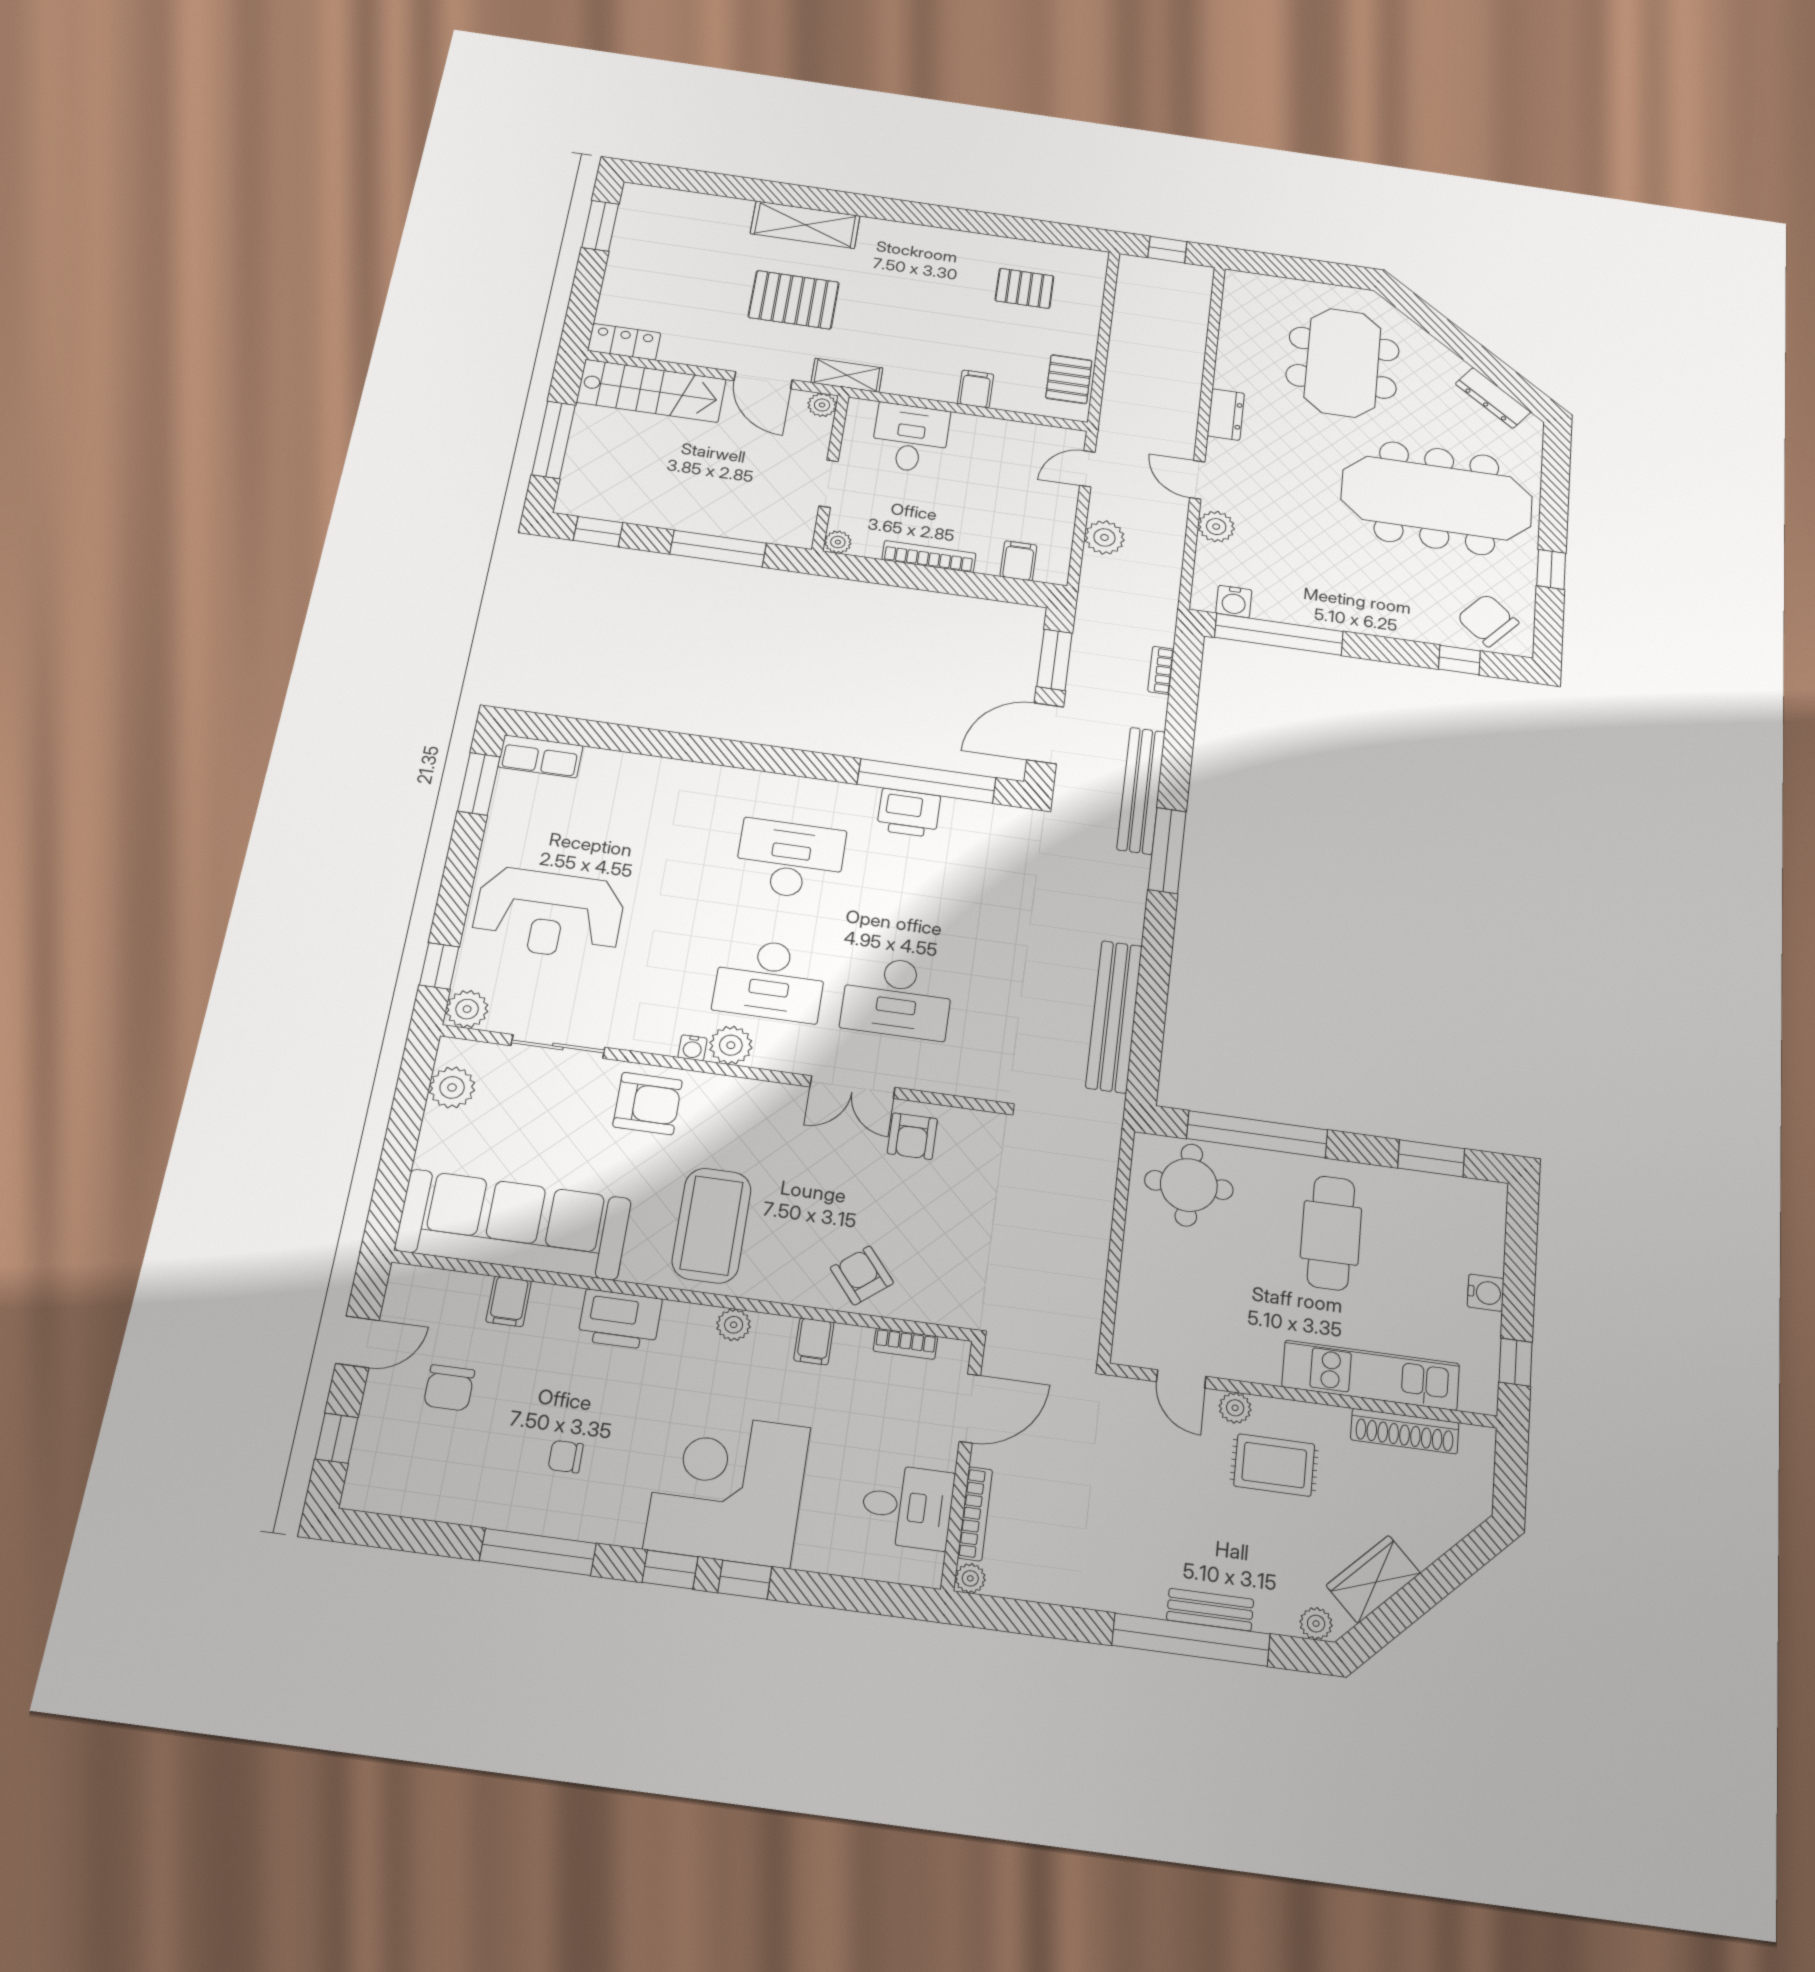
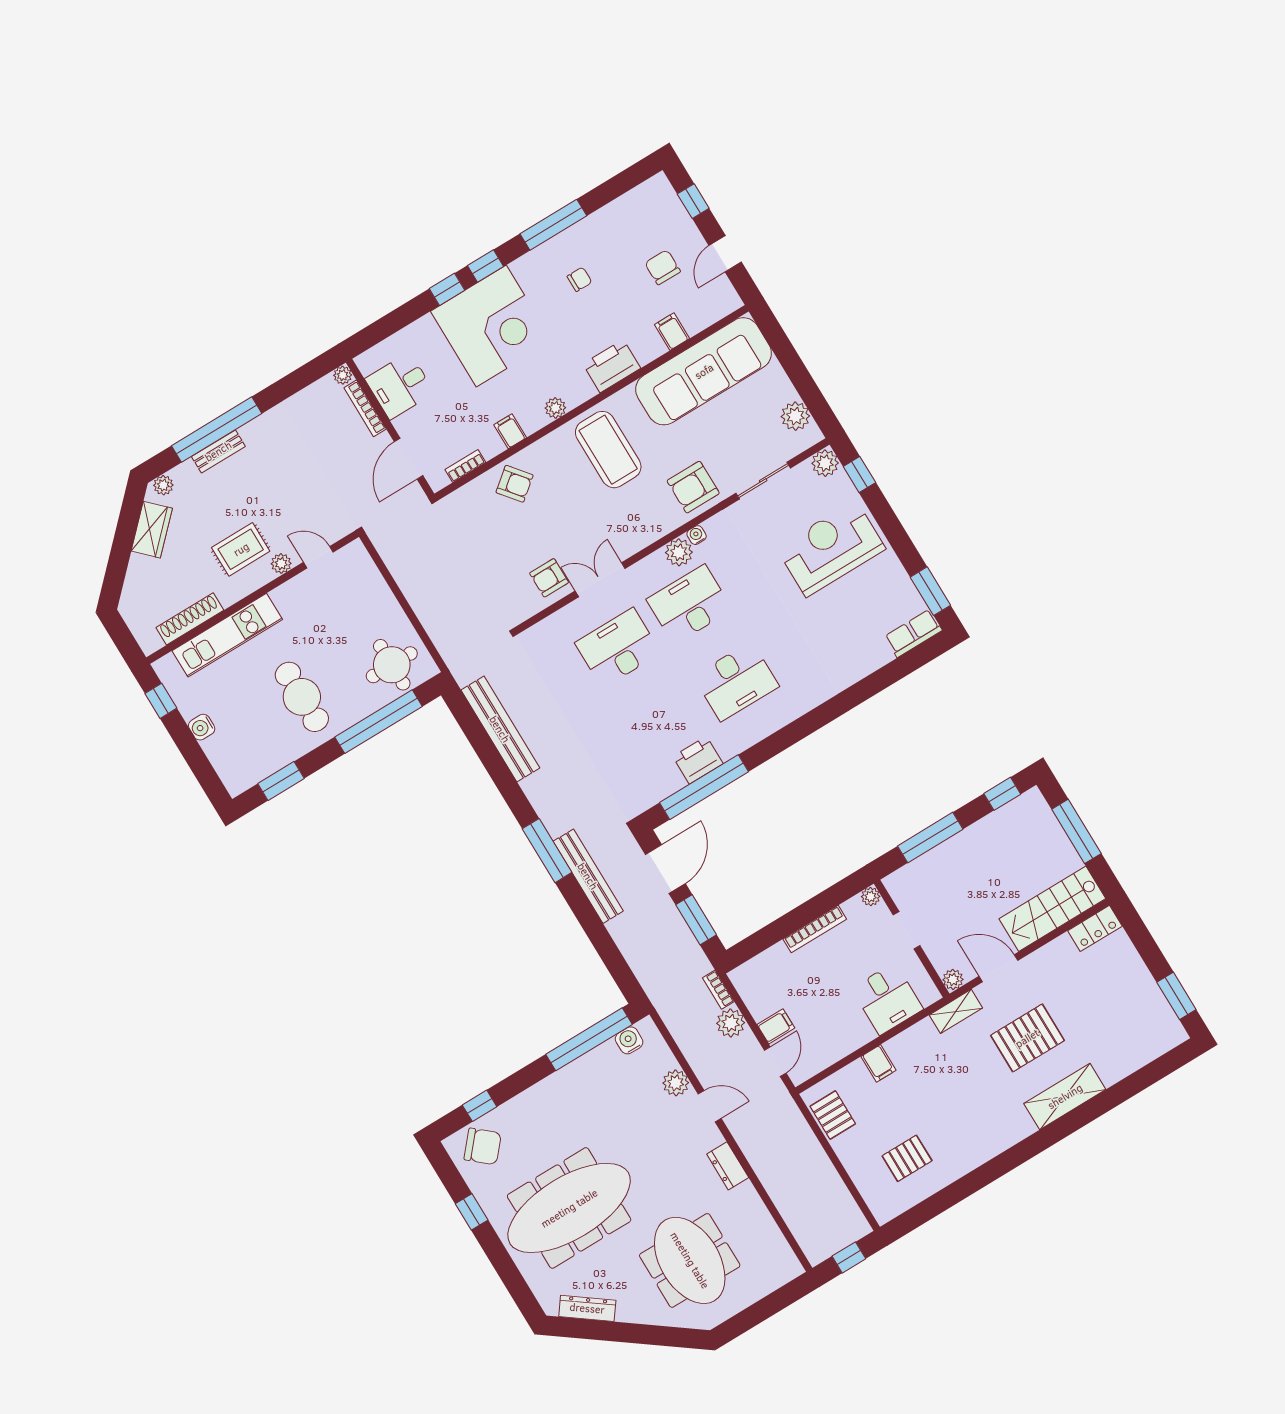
filing cabinet: (1019, 561) -> (776, 1026), moved, turned -90
bookcase: (1161, 670) -> (718, 990), moved, turned 180
armchair: (912, 1136) -> (549, 578), turned -90

